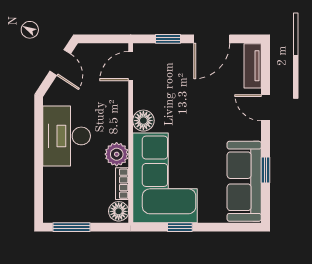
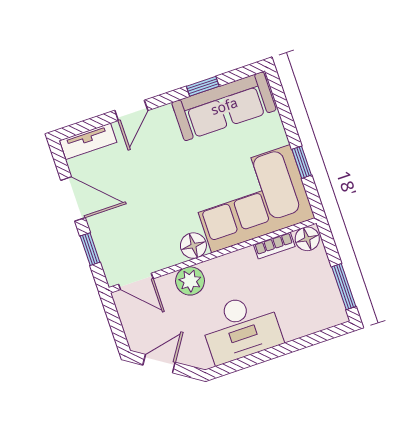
plant: (117, 154) -> (190, 281), moved

